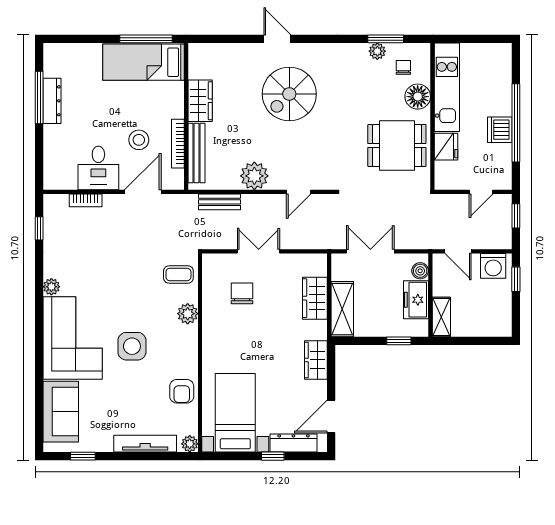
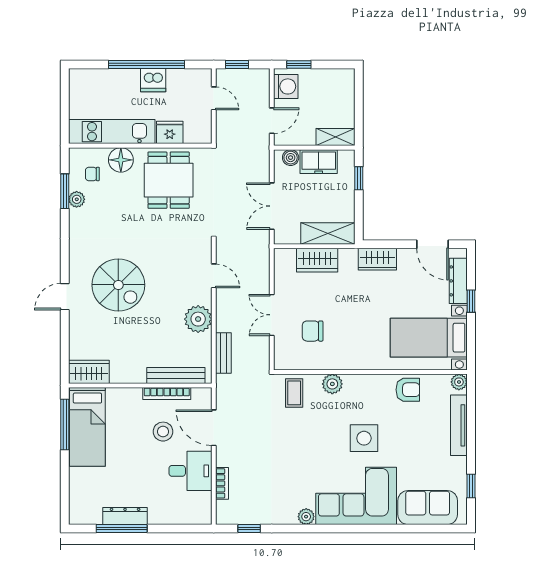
wardrobe: (200, 101) -> (89, 372), moved

